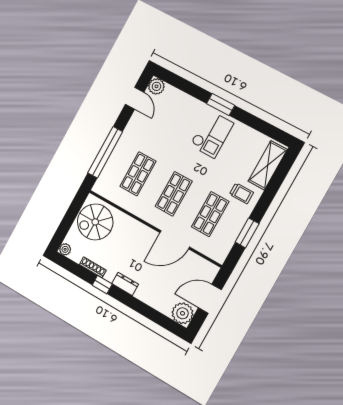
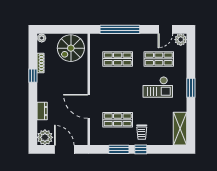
checkout: (212, 134) -> (158, 87), moved
shelving: (268, 165) -> (180, 129), moved, turned 90
shop shelf: (174, 194) -> (159, 59), moved
window: (262, 206) -> (141, 149), added
spiral stairs: (95, 222) -> (71, 48), turned -90
dresser: (125, 284) -> (42, 111), moved

